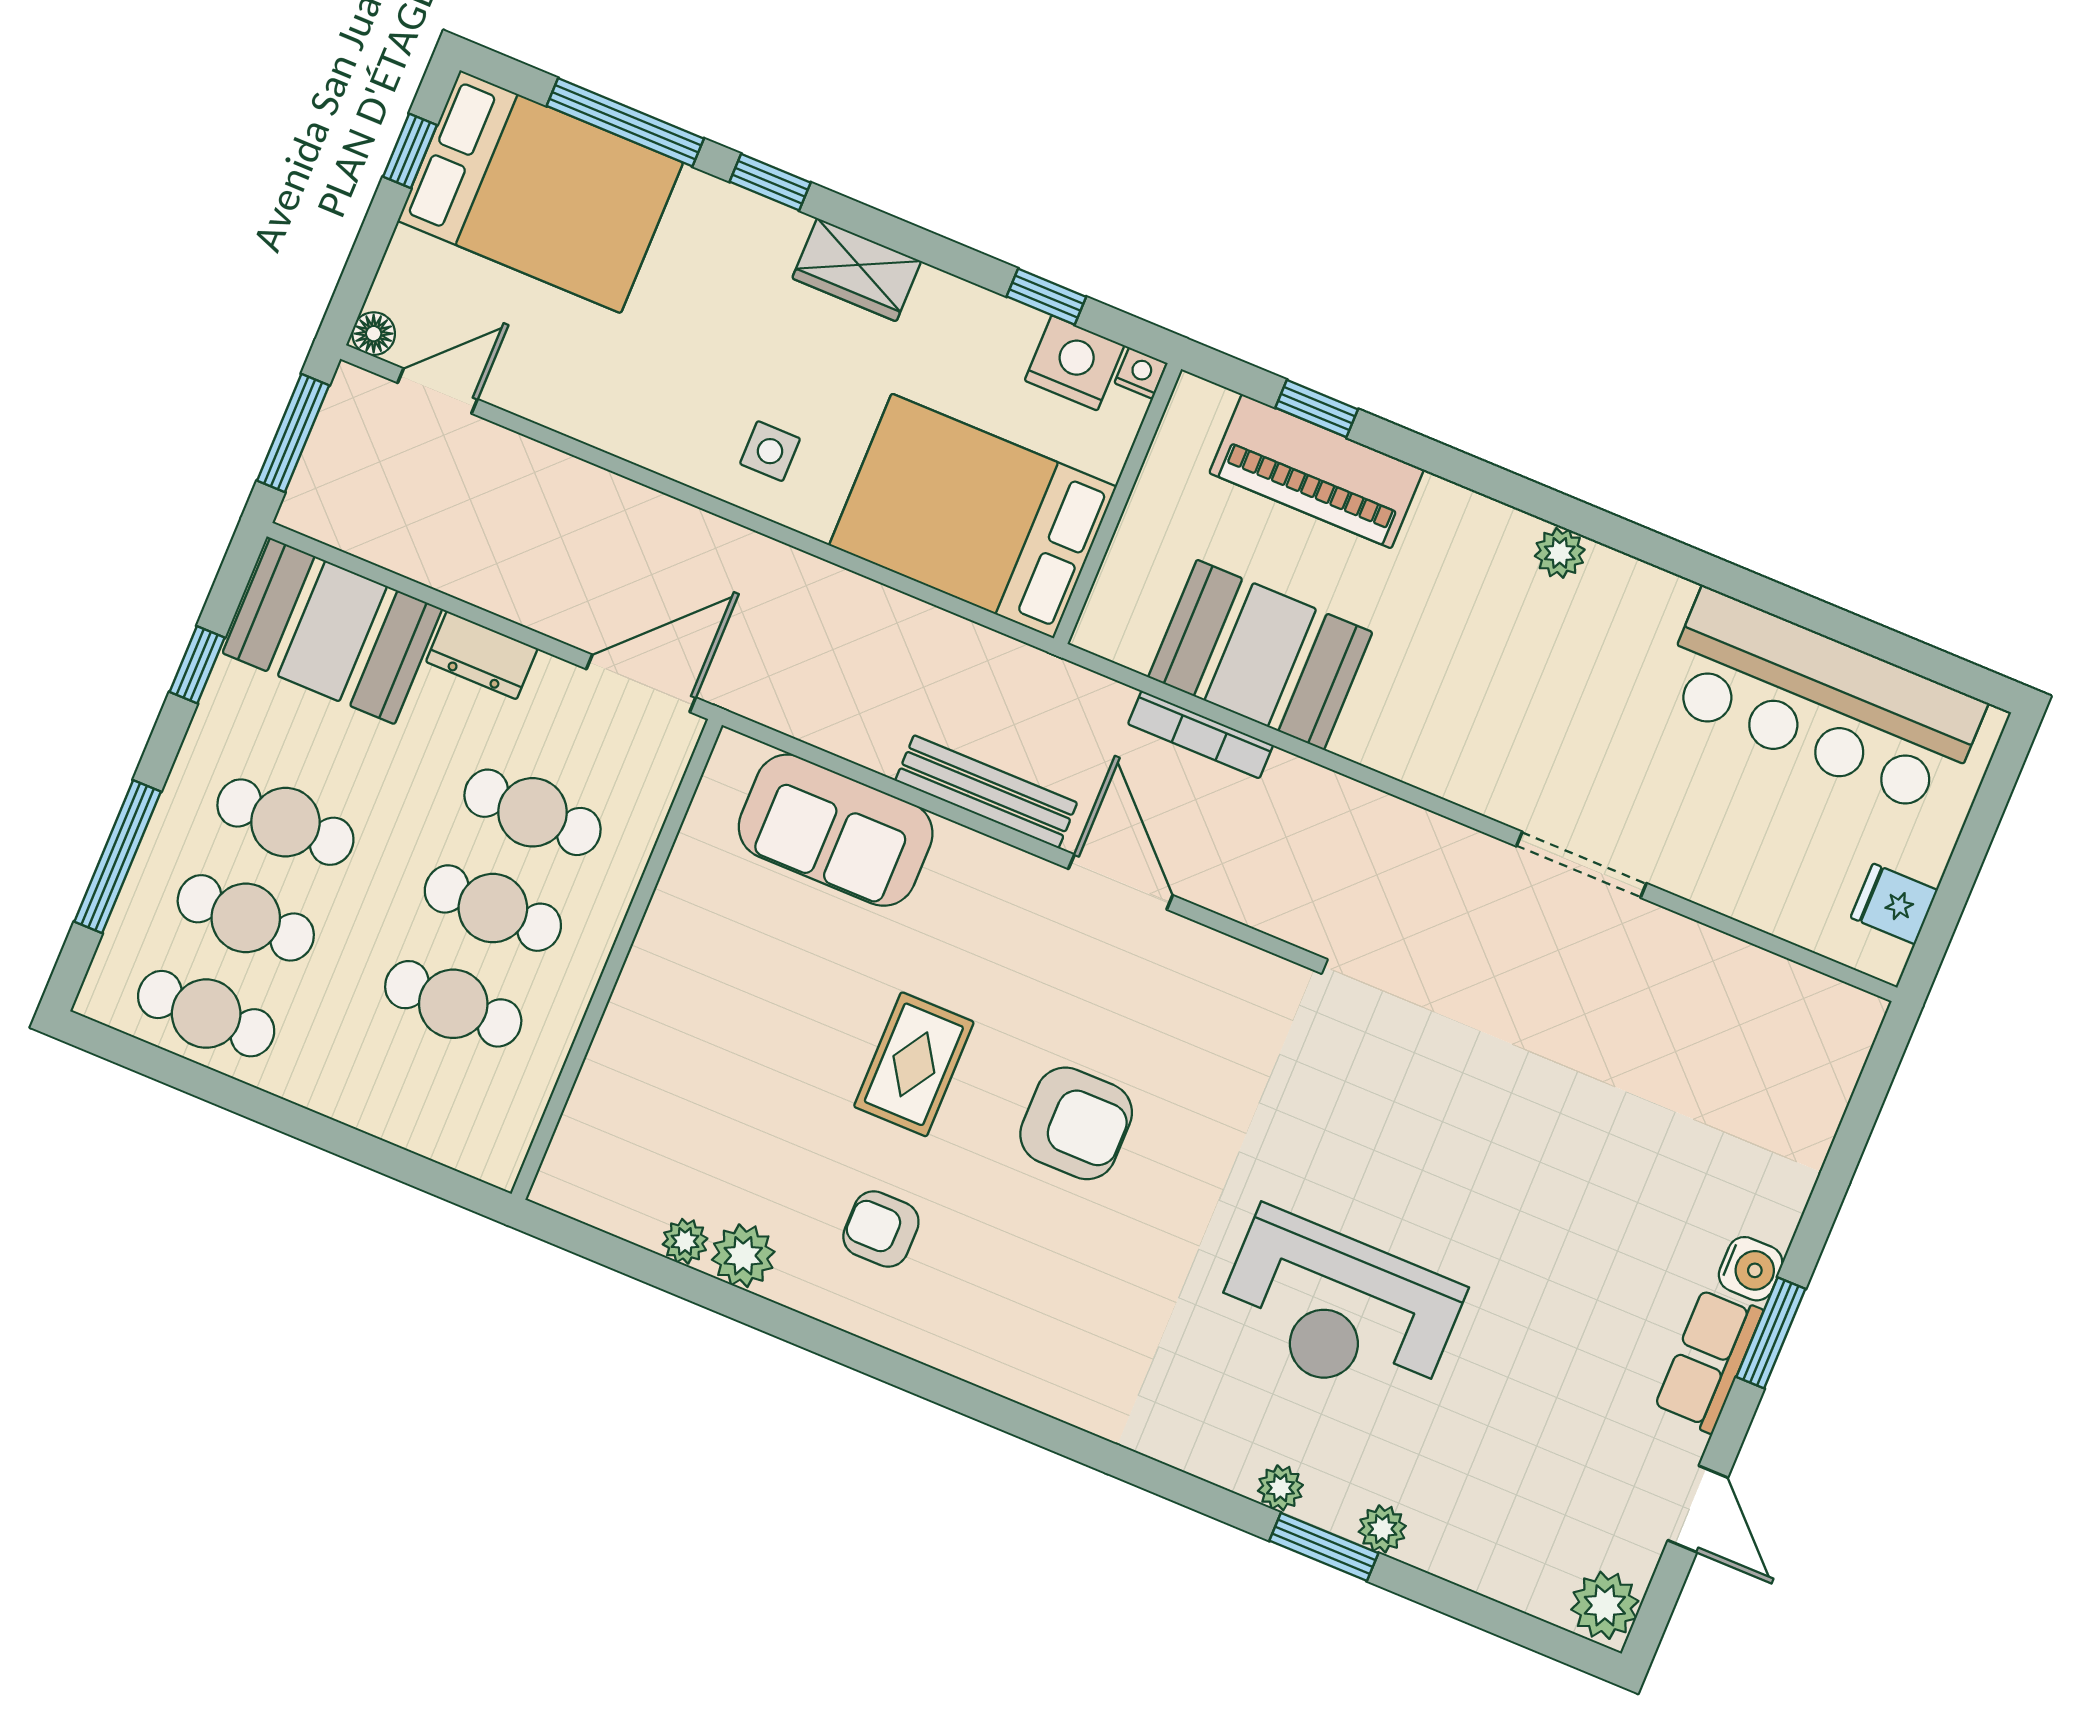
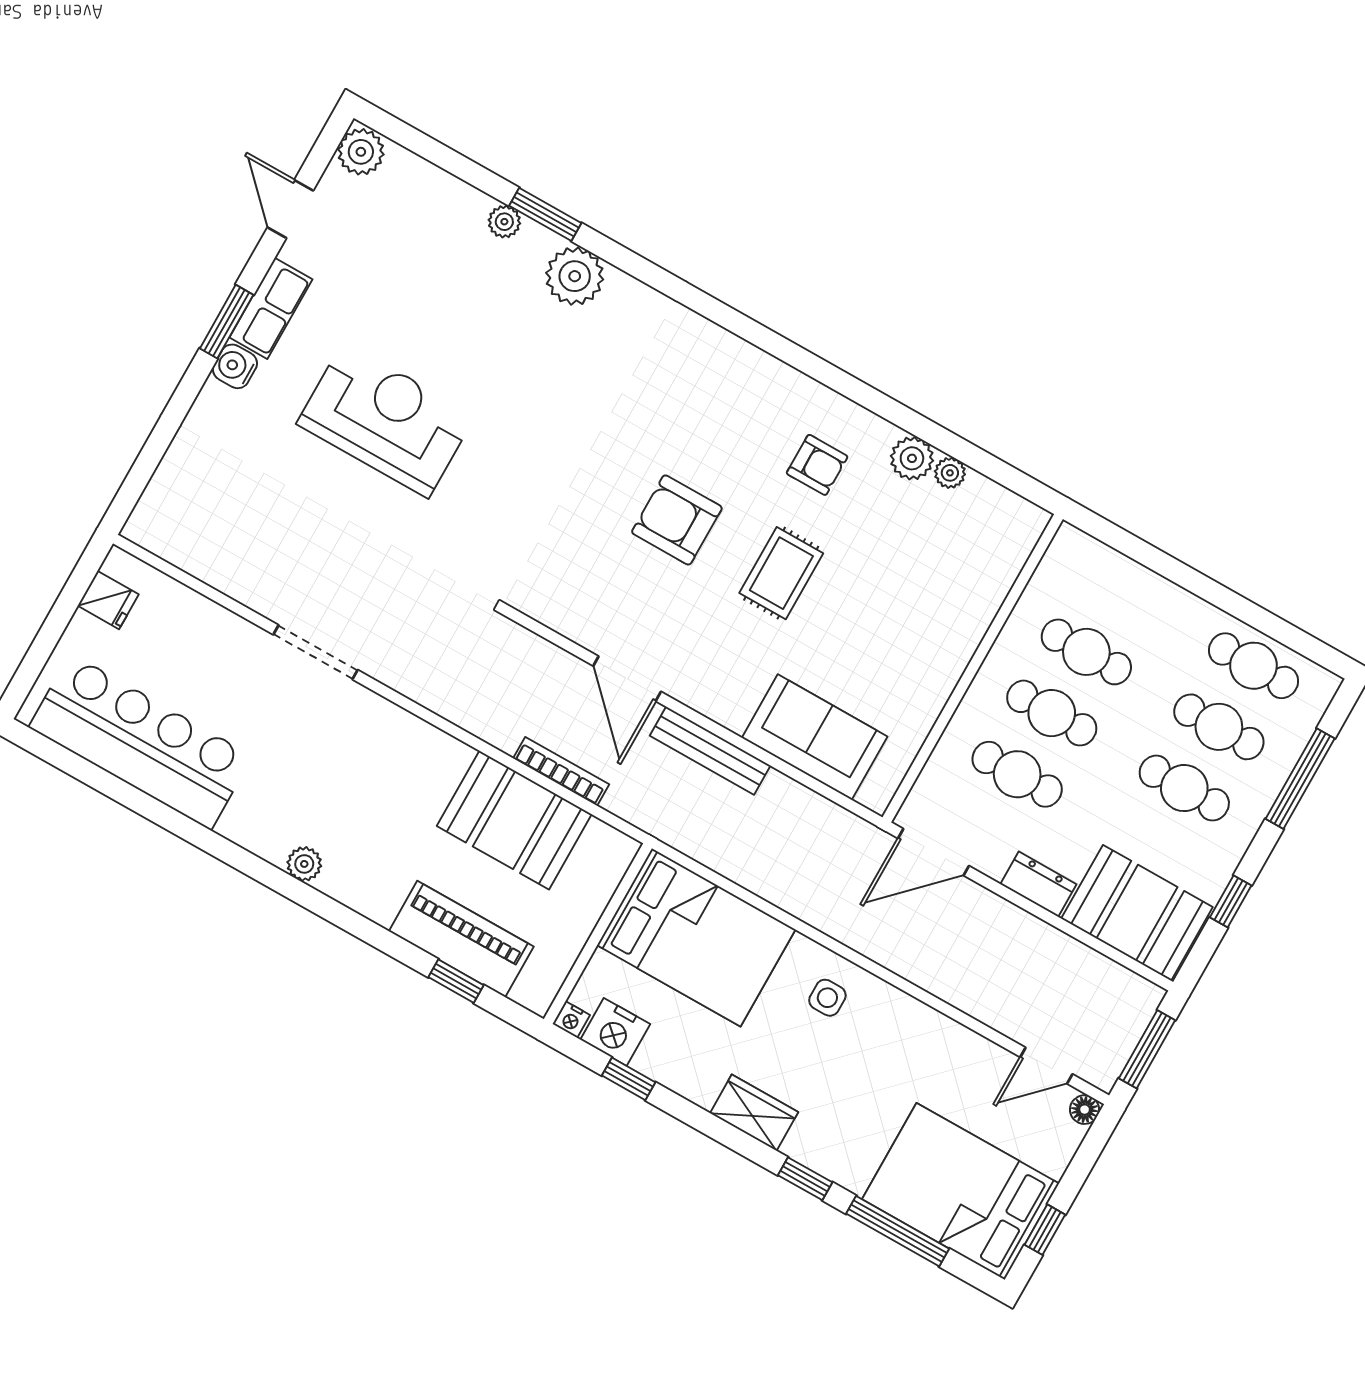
reception desk: (1338, 1310) -> (386, 420), moved
plant: (1280, 1488) -> (575, 276), width x1.87, depth x1.87

